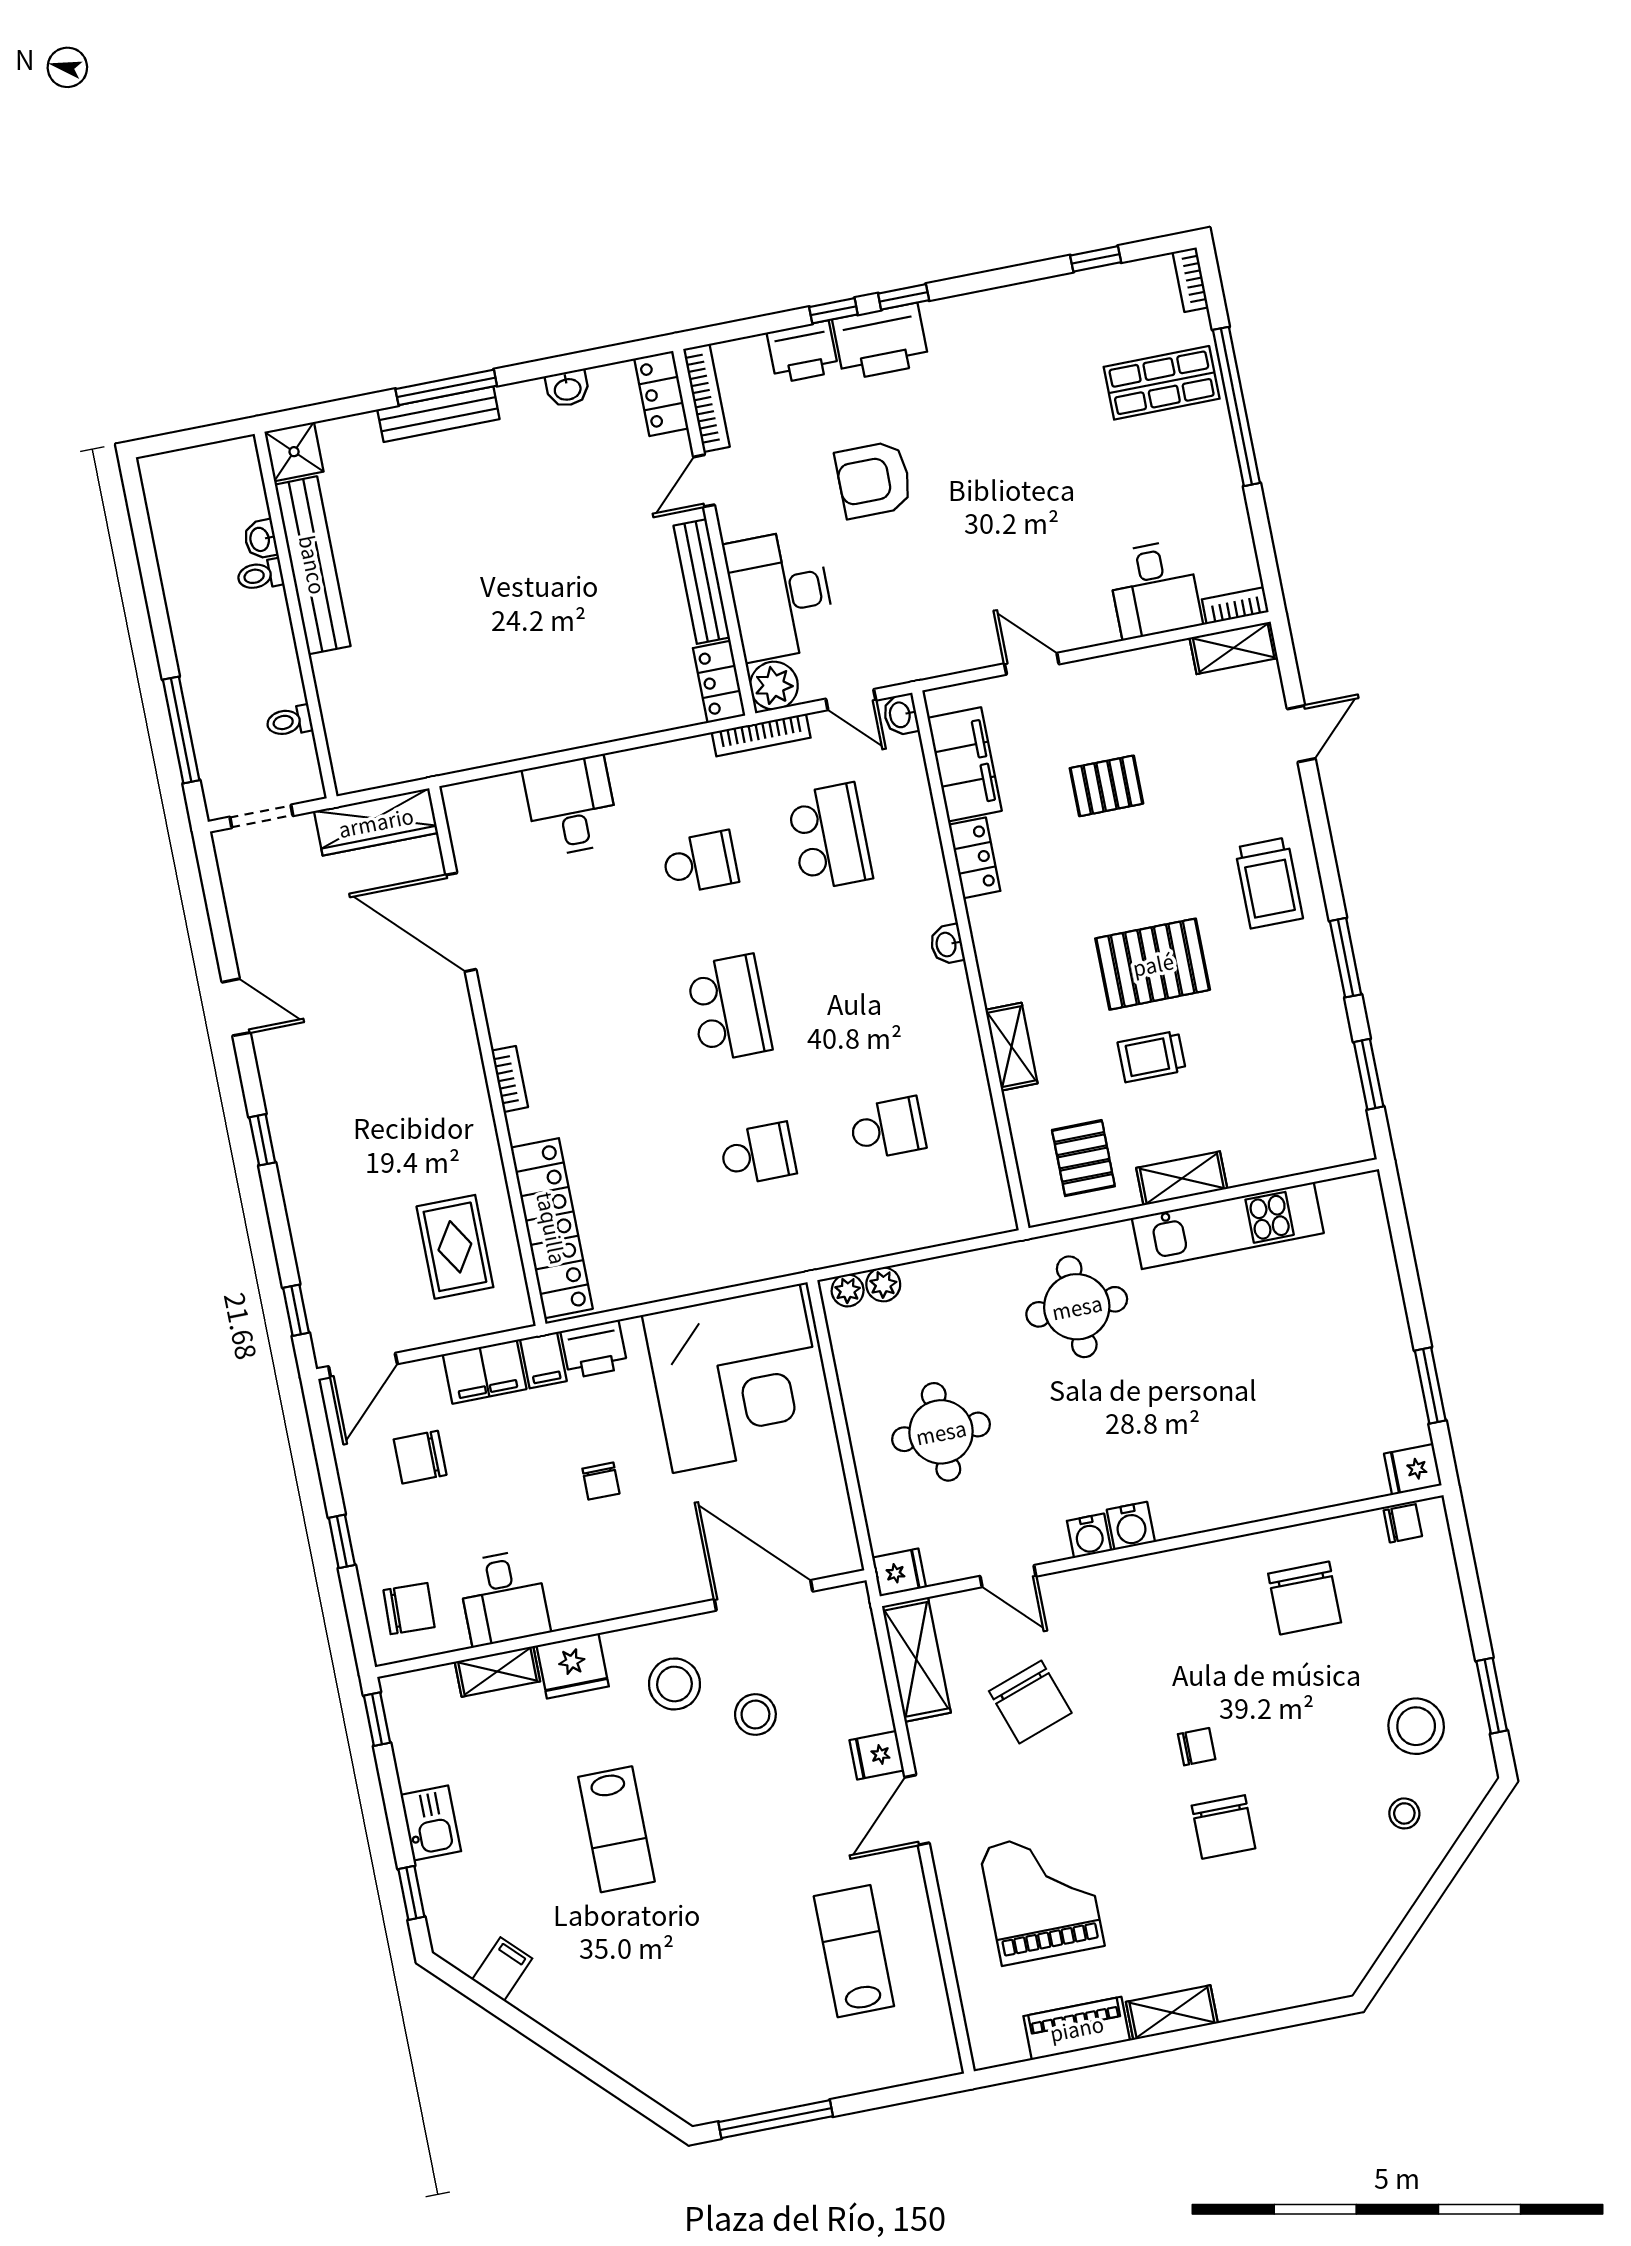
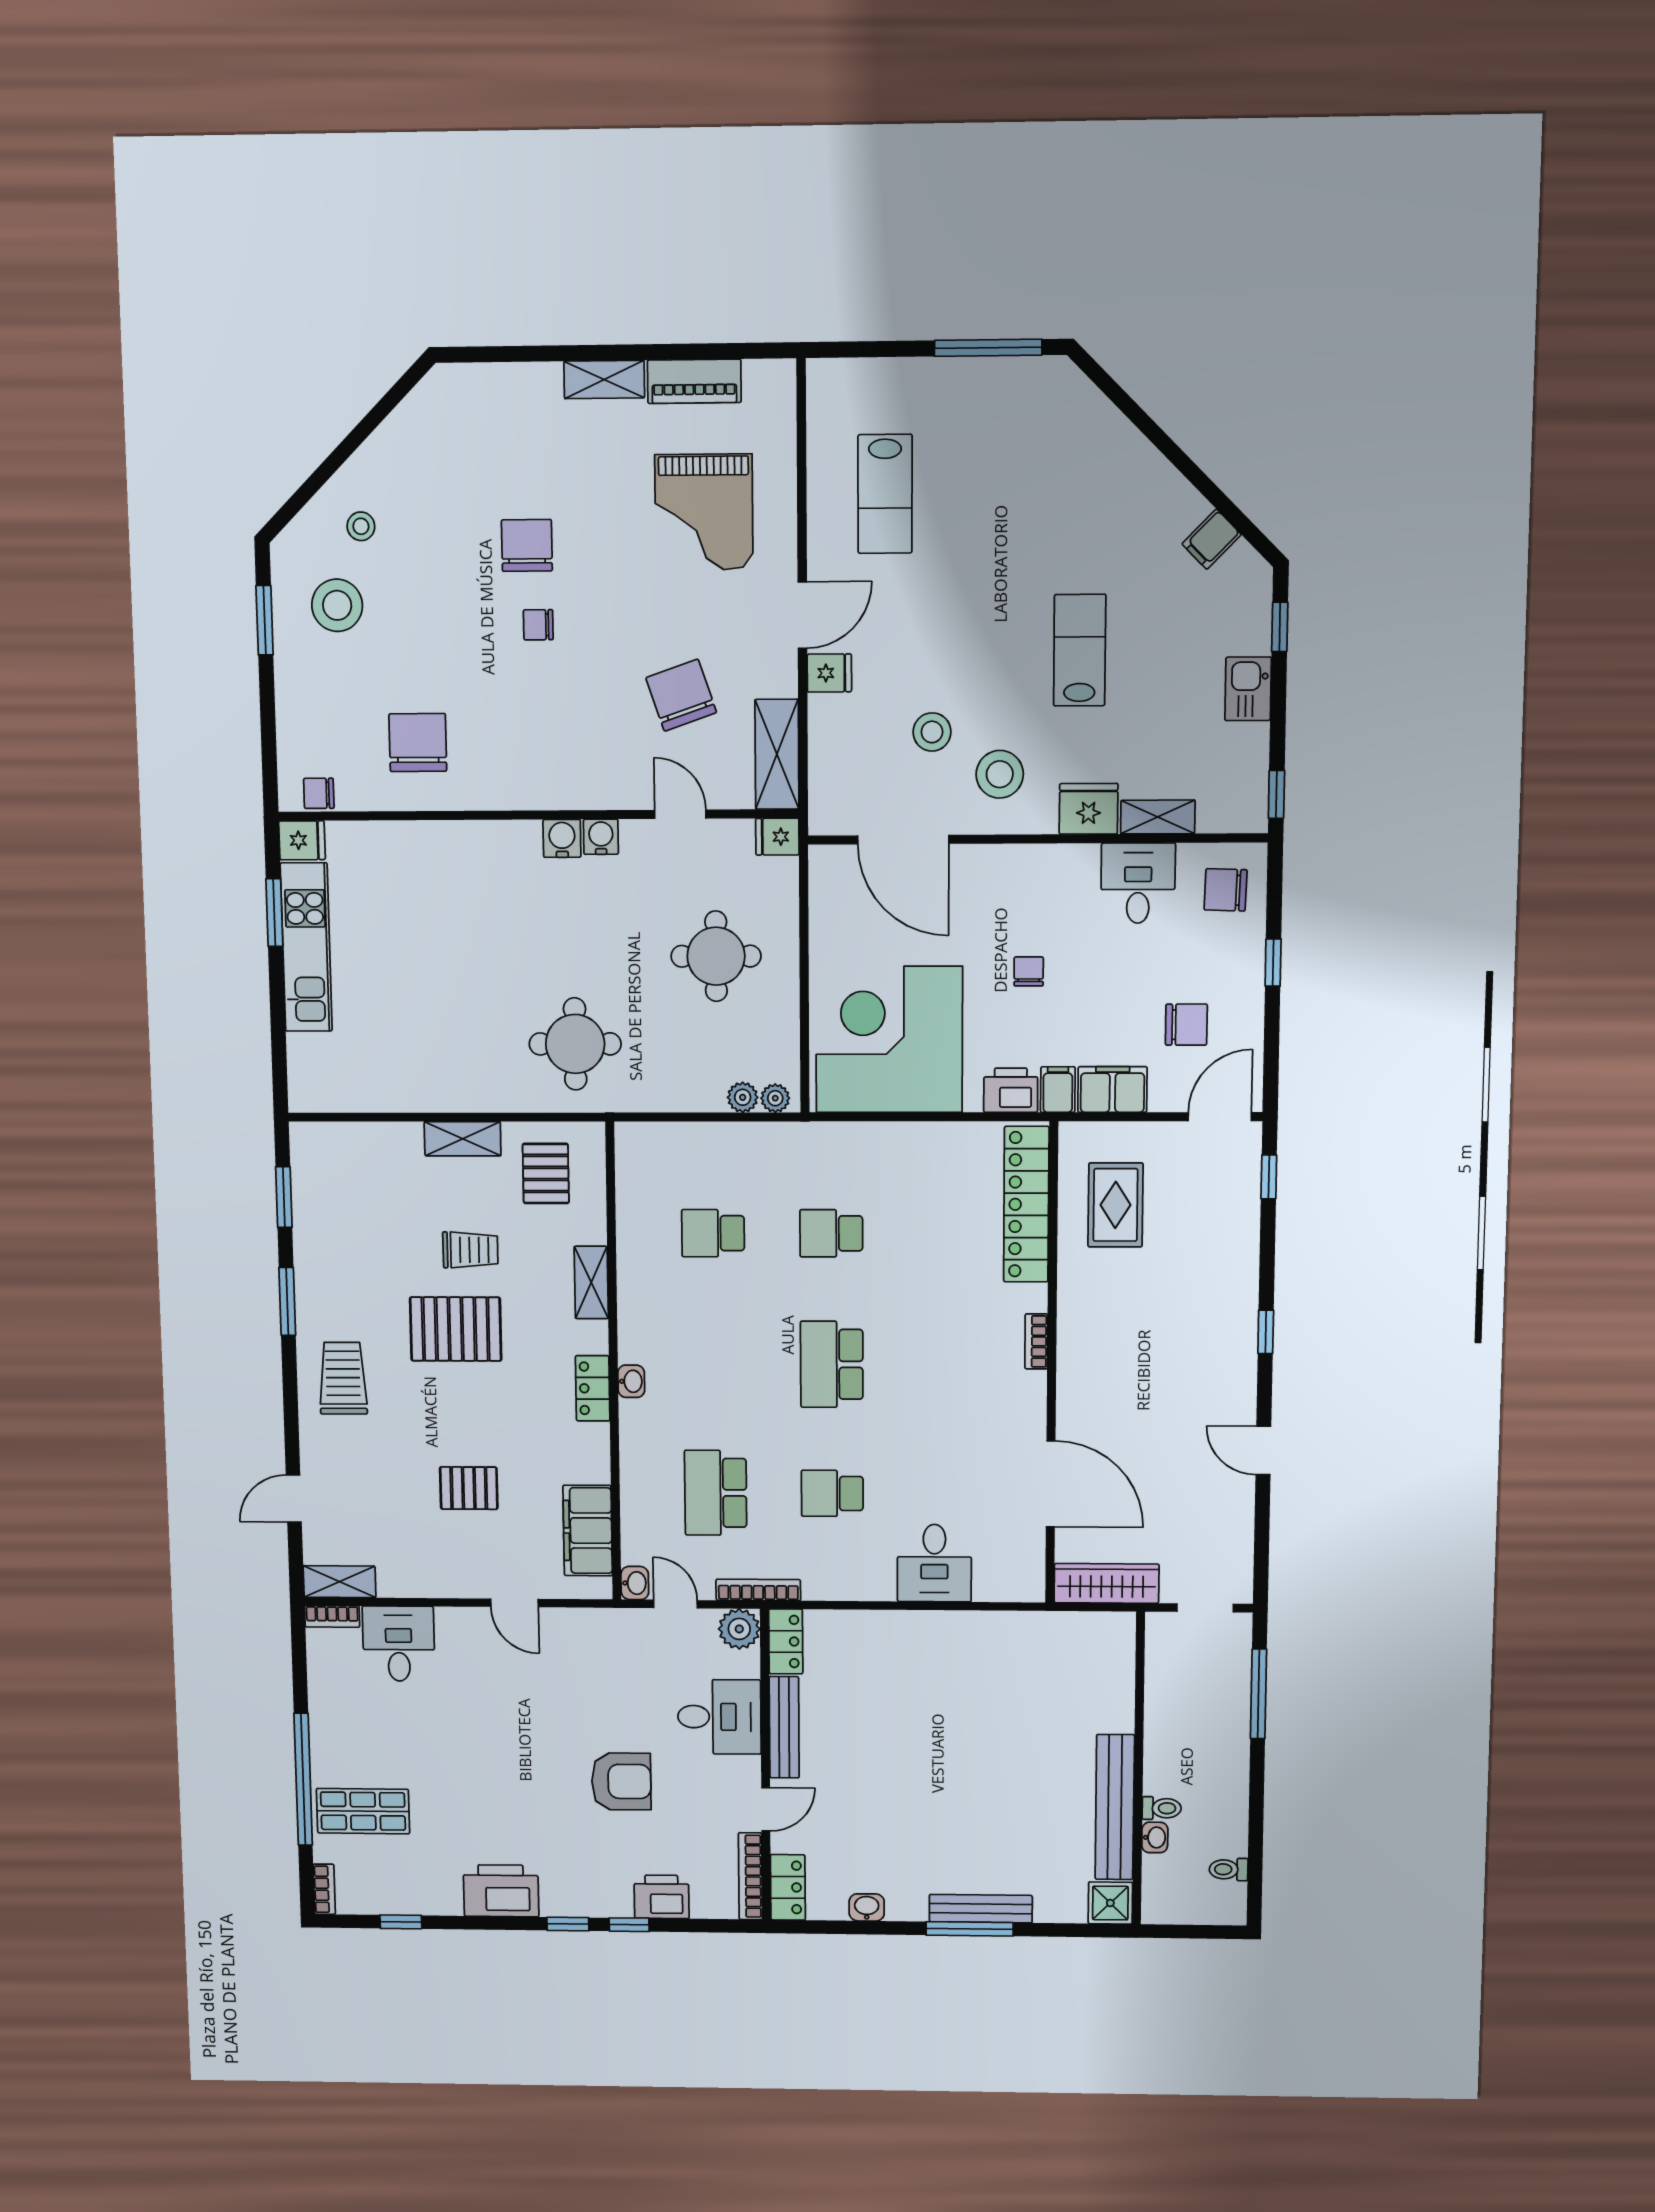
printer: (881, 342) -> (501, 1891), moved
desk: (780, 595) -> (719, 1717), width x0.73
toilet: (289, 721) -> (1229, 1869), moved, turned 180
locker: (975, 858) -> (593, 1388), moved
kitchen unit: (1228, 1226) -> (306, 947), moved, turned 90

